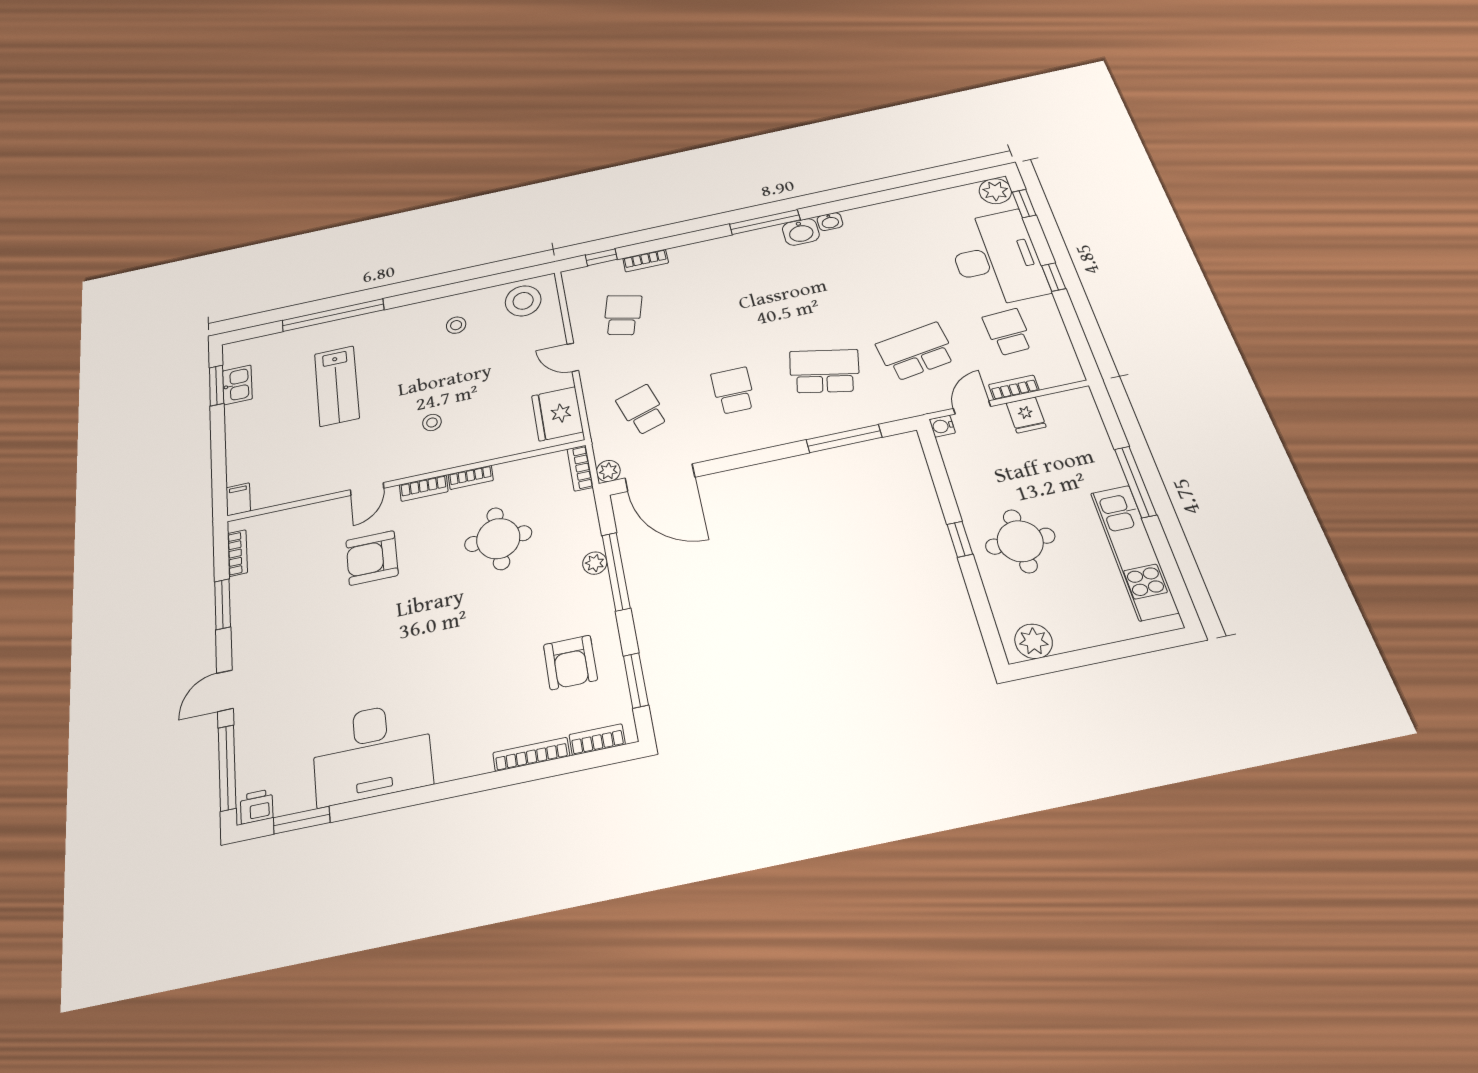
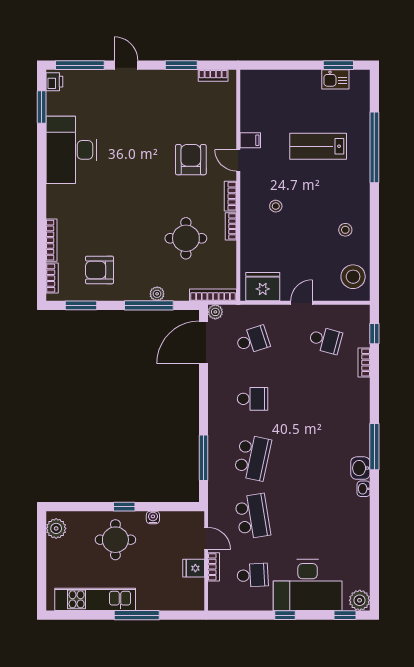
water cooler: (942, 426) -> (153, 517), moved
bookcase: (580, 468) -> (213, 295), width x1.56
filing cabinet: (238, 499) -> (250, 140), moved

